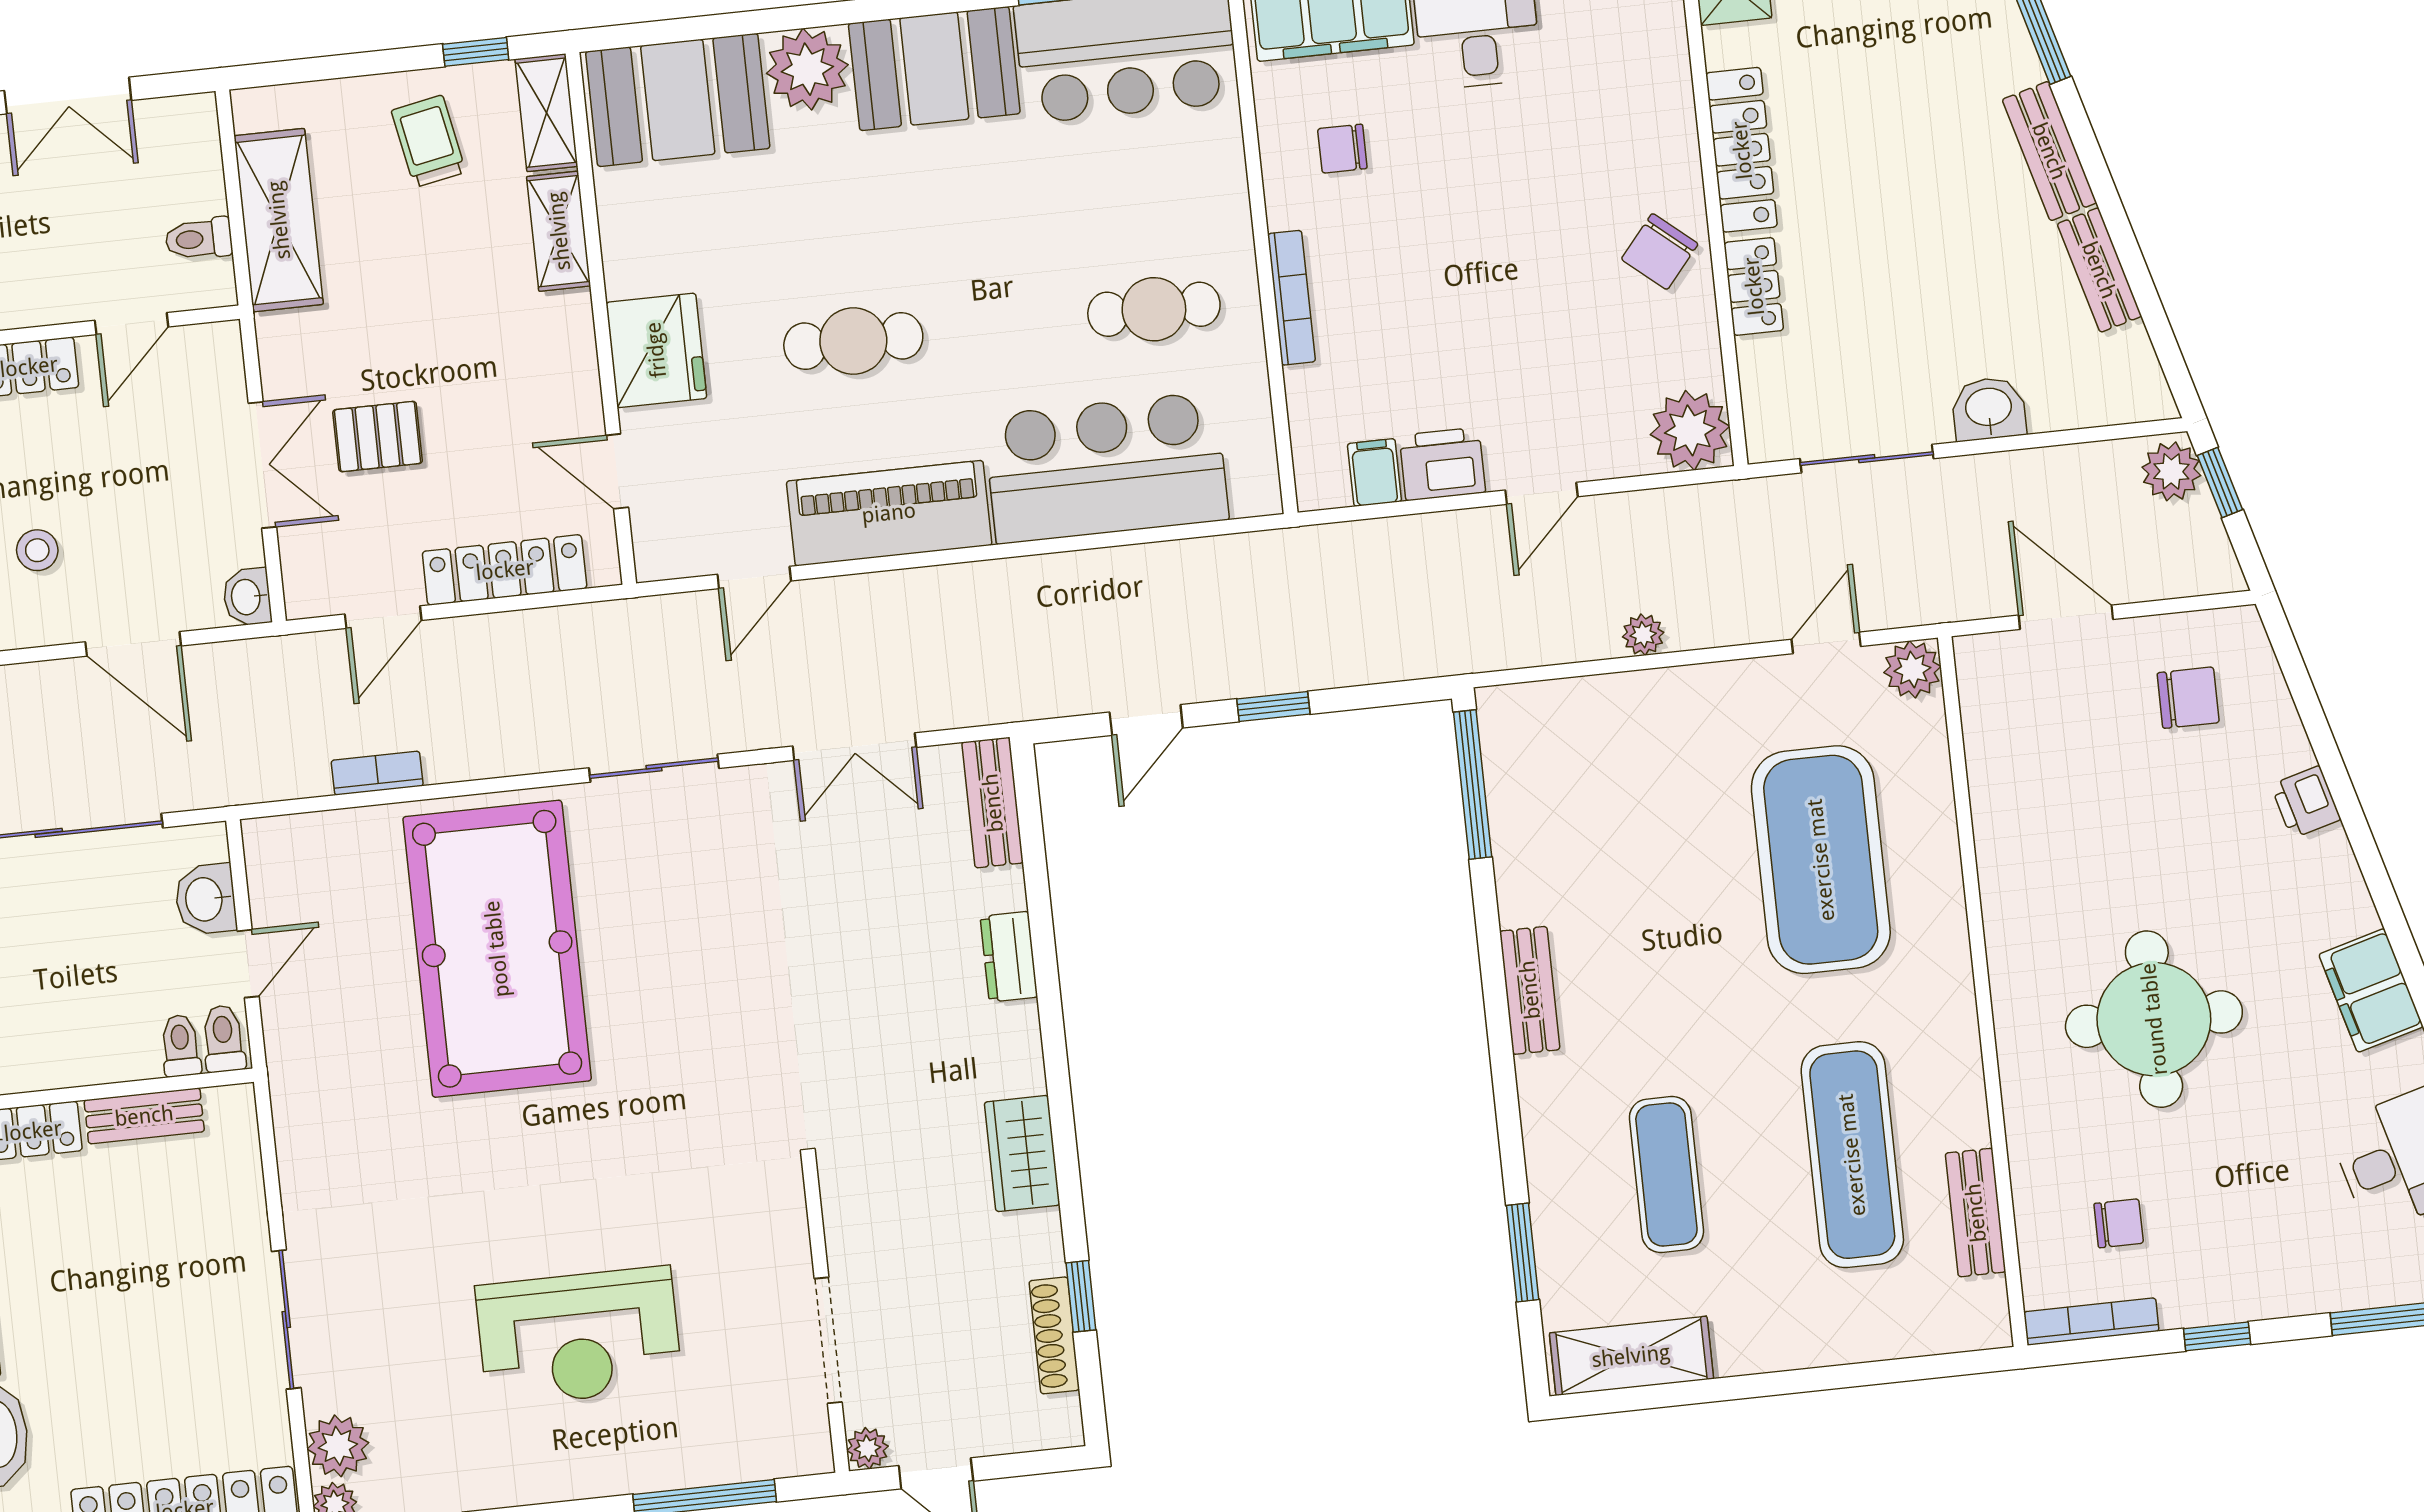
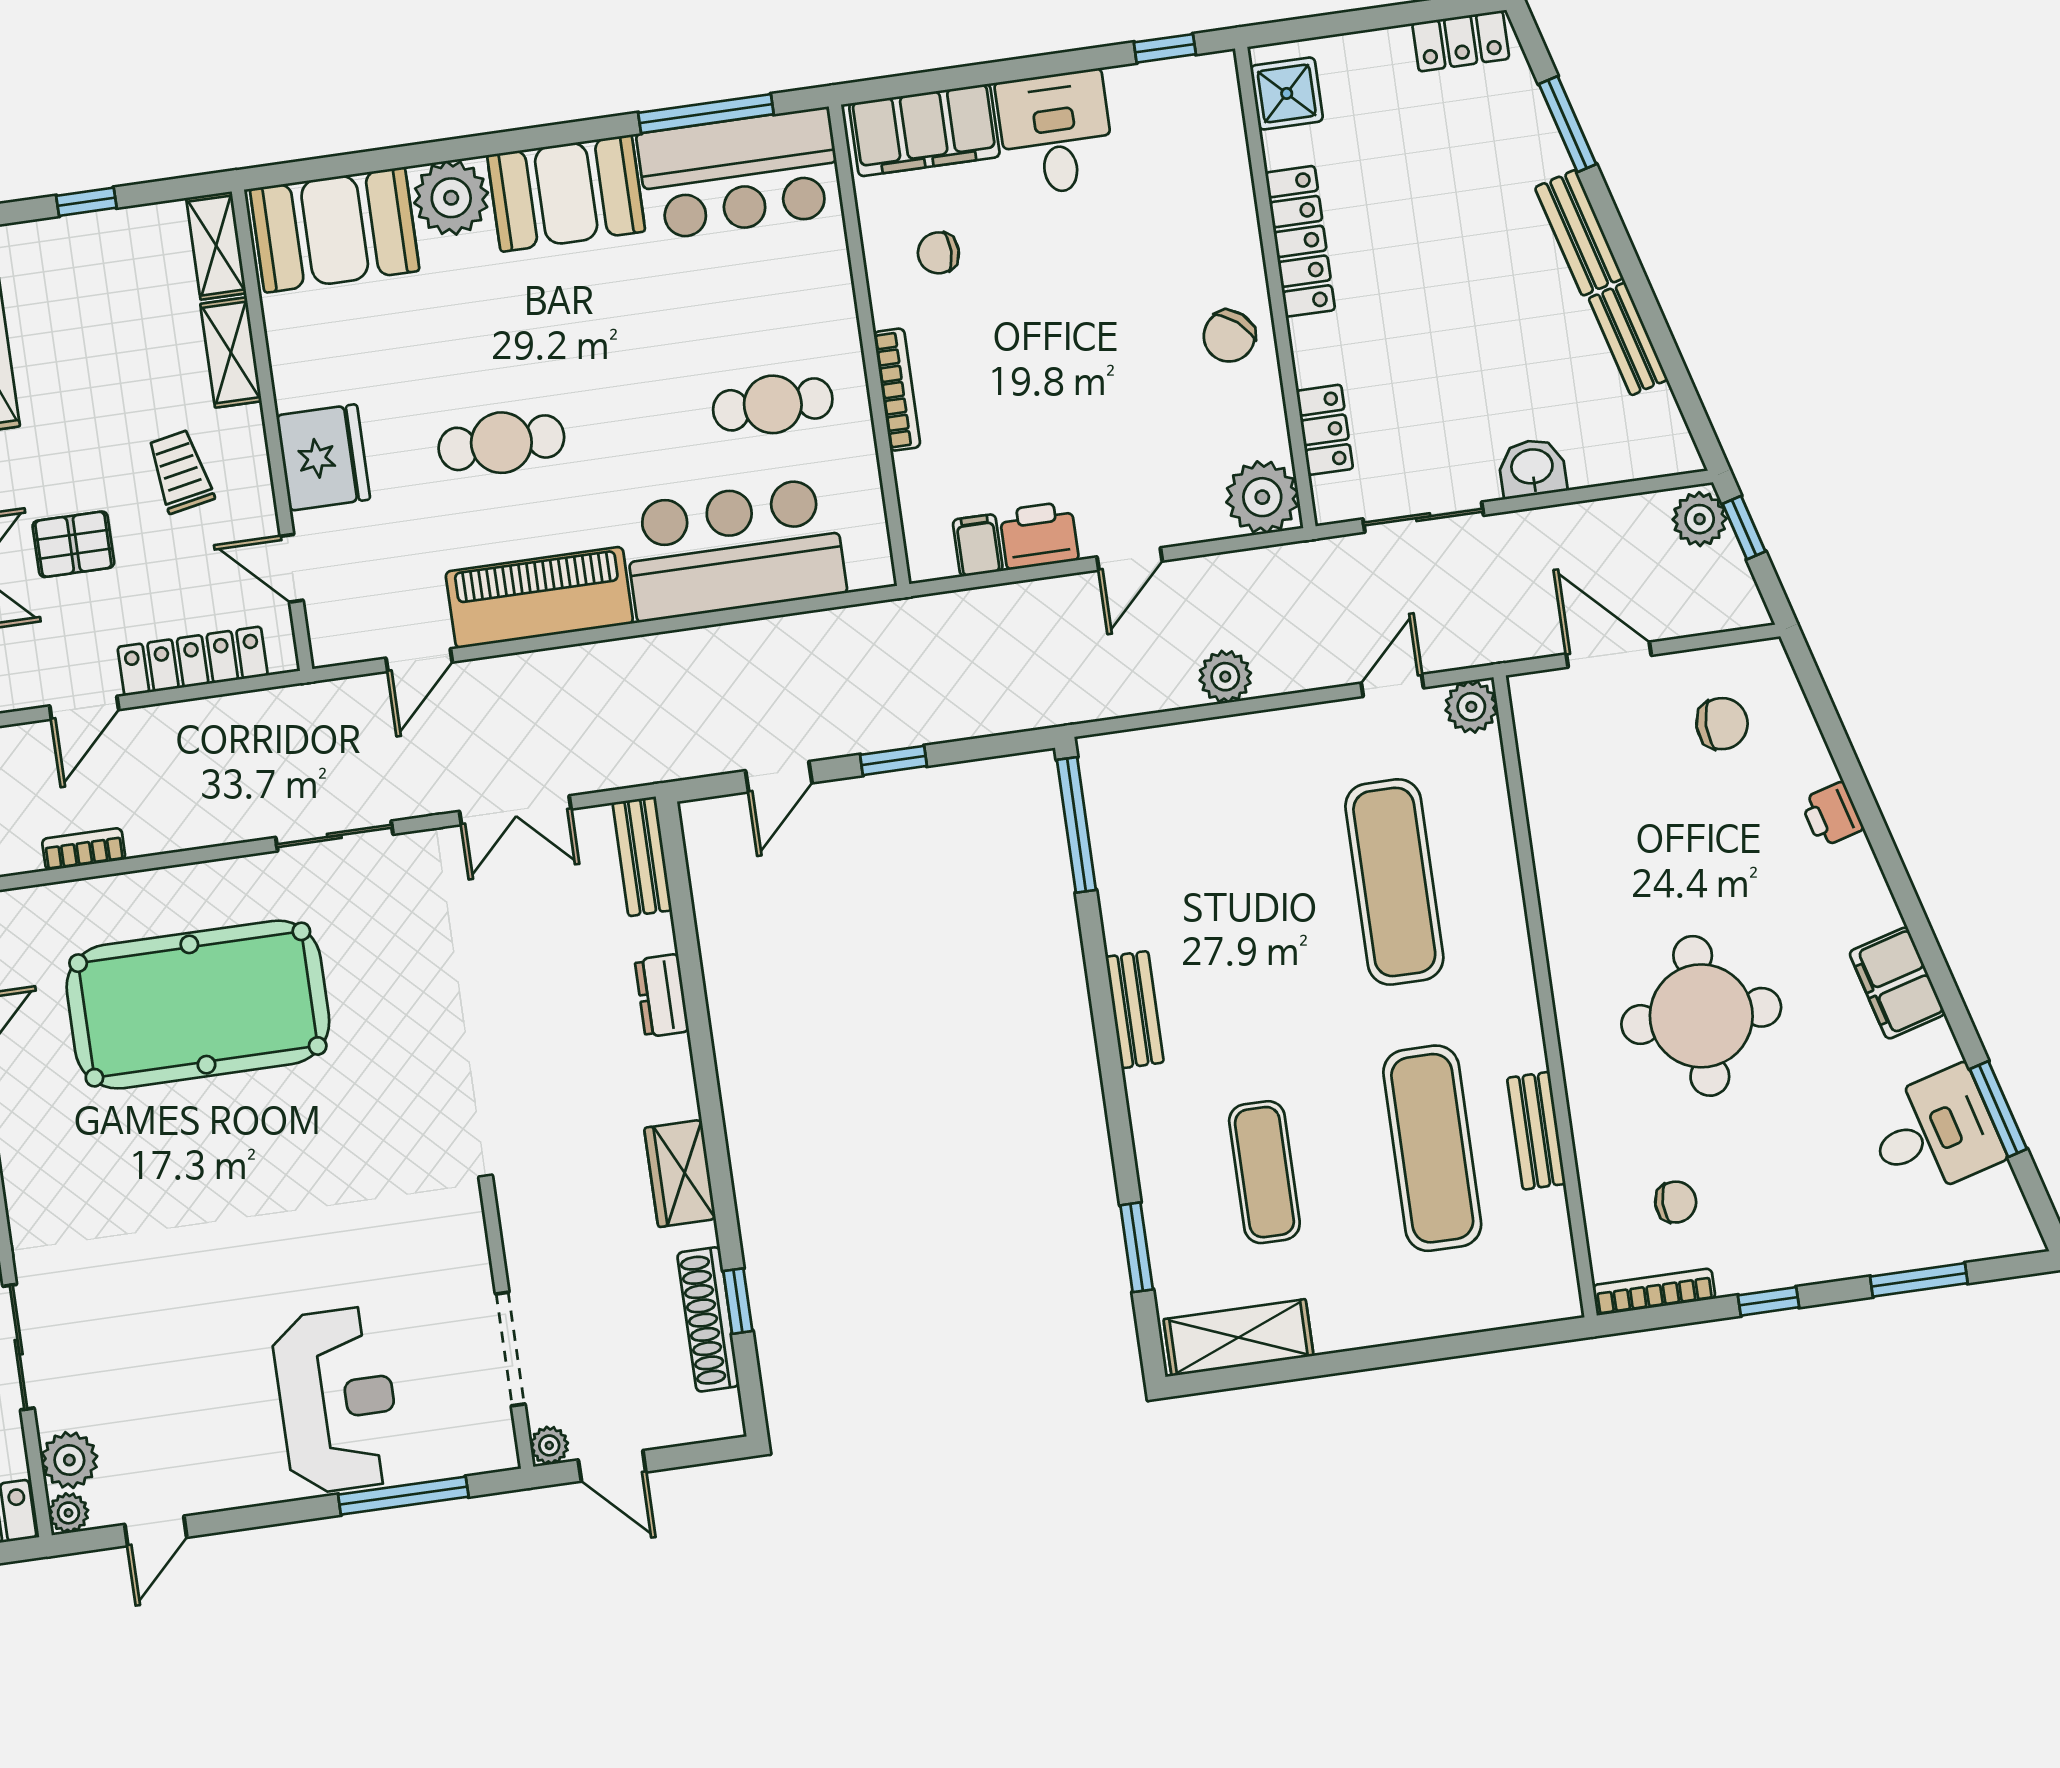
window: (476, 52) -> (86, 202), moved
trolley: (429, 141) -> (180, 472), moved
locker: (1754, 286) -> (1325, 430), moved
plant: (1643, 635) -> (1225, 677), width x1.38, depth x1.38
exercise mat: (1821, 860) -> (1394, 882), width x0.68
pool table: (497, 949) -> (198, 1005), turned 90
bench: (1976, 1213) -> (1536, 1131), moved
shoe rack: (1054, 1335) -> (708, 1319), width x1.36, depth x1.24
reception desk: (579, 1337) -> (337, 1400), moved, turned -90

